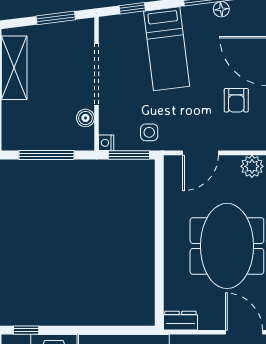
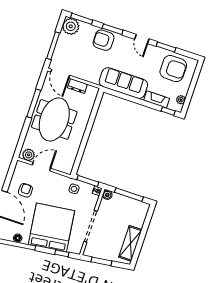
bed: (167, 49) -> (51, 227), width x2.04
boiler: (85, 118) -> (107, 195), moved
door: (200, 153) -> (41, 167), moved
dresser: (180, 321) -> (77, 86), moved

